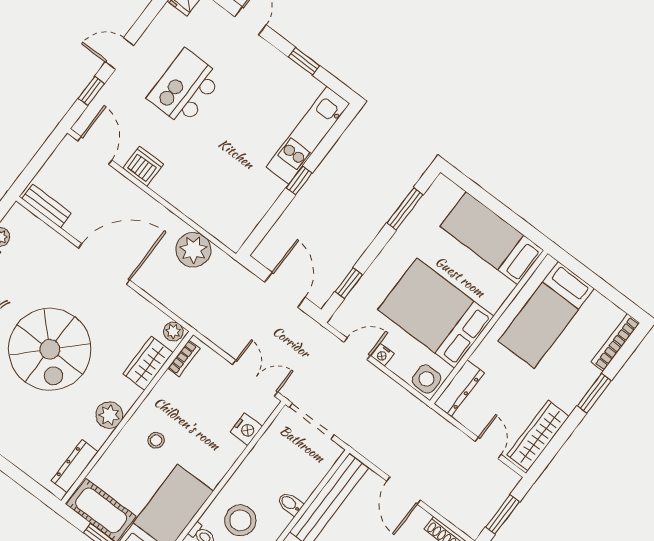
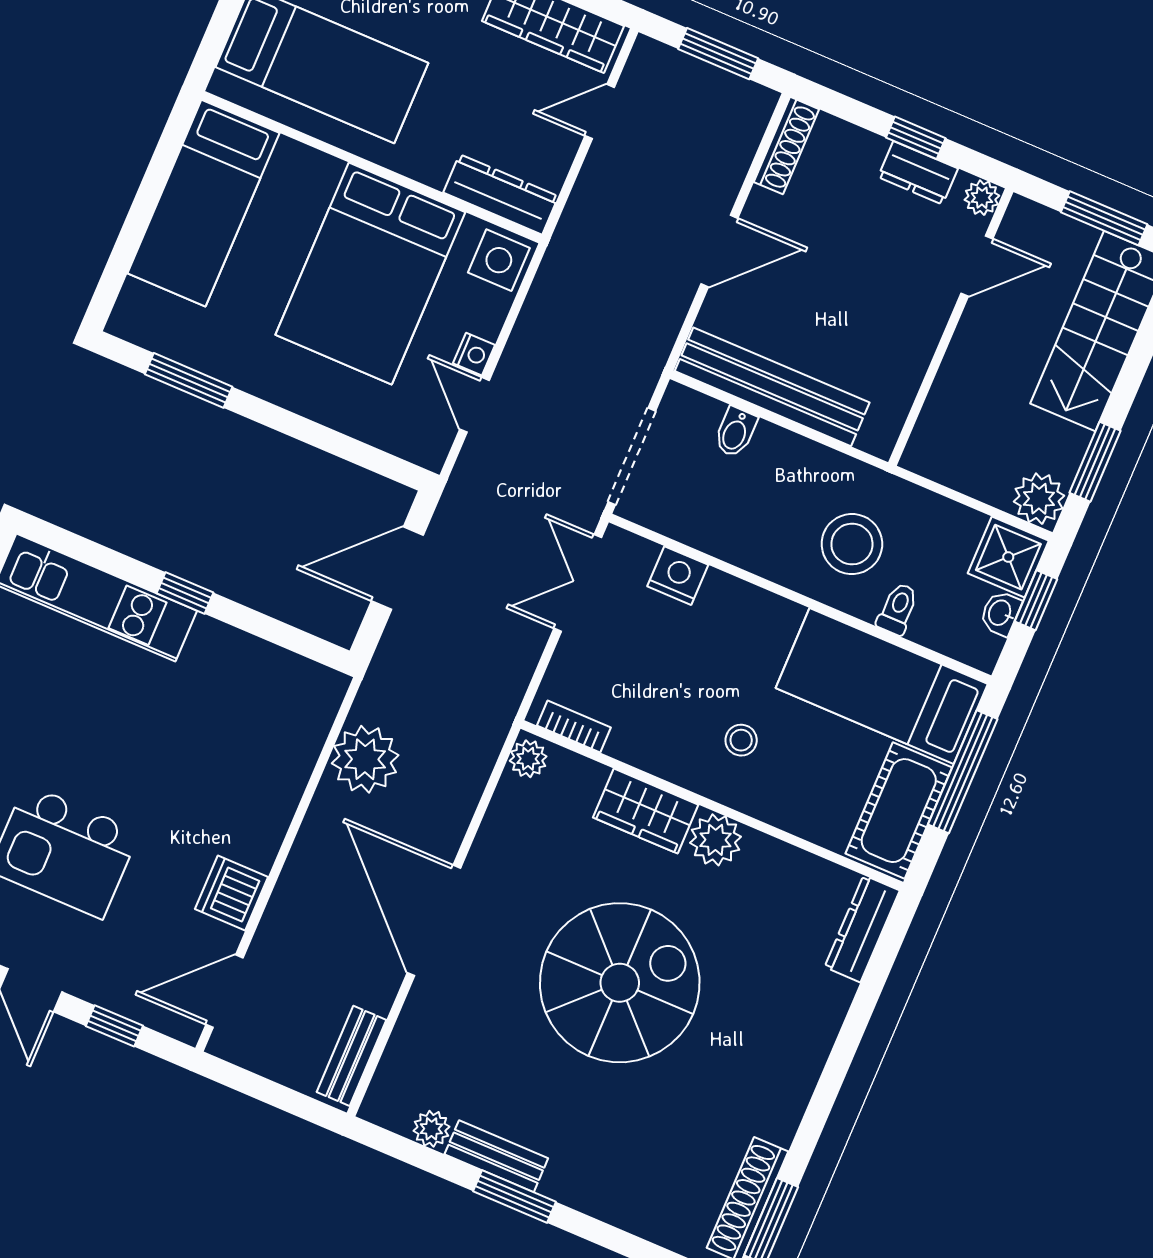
window: (349, 283) -> (355, 451), removed
wardrobe: (148, 363) -> (646, 811), moved
dresser: (75, 466) -> (862, 929), moved, turned 90
bidet: (290, 504) -> (735, 432), moved

